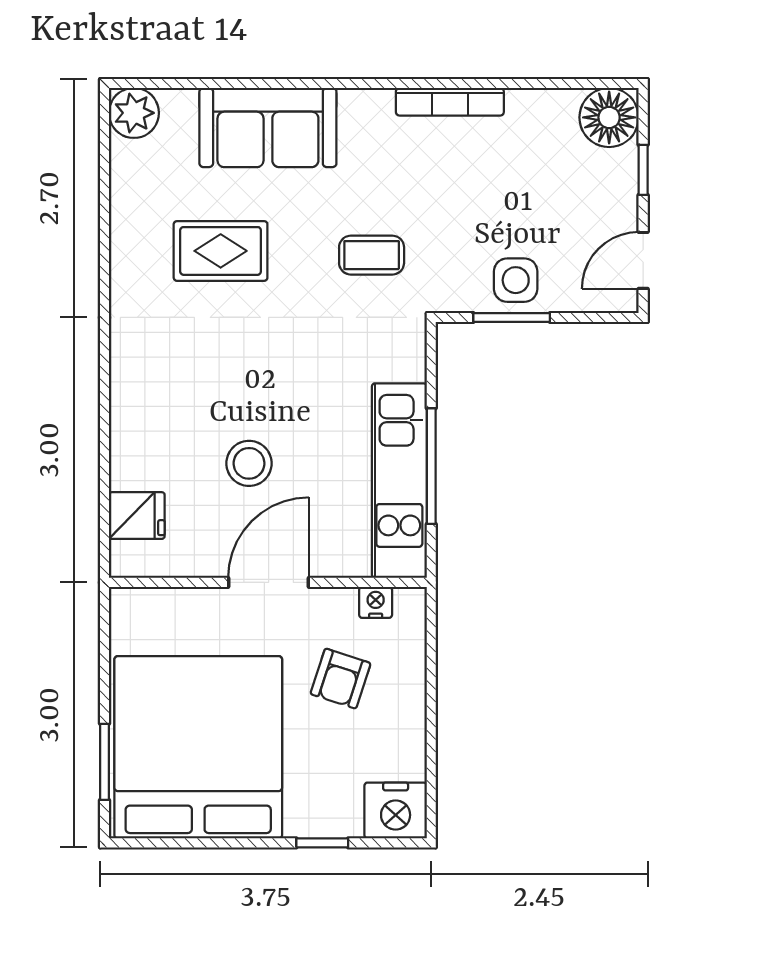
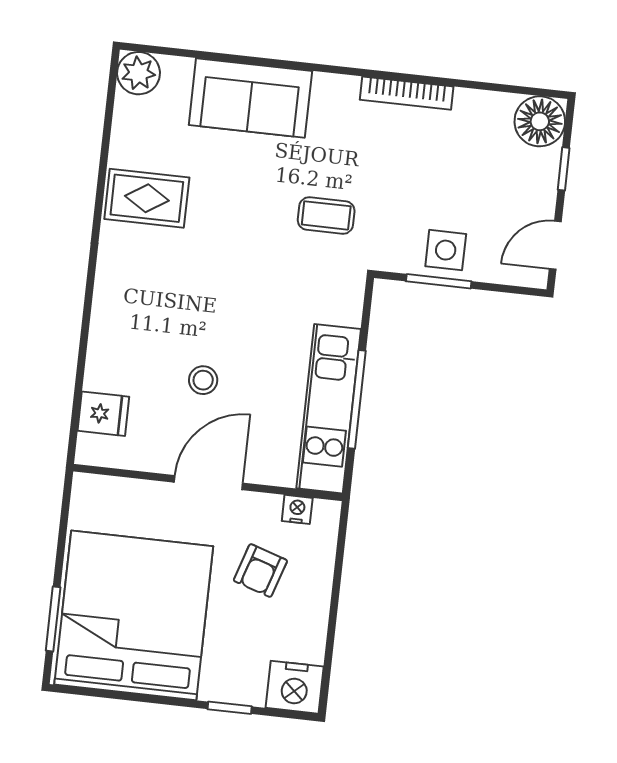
rug: (221, 251) -> (147, 198), moved
stool: (249, 463) -> (203, 380), width x0.73, depth x0.73

